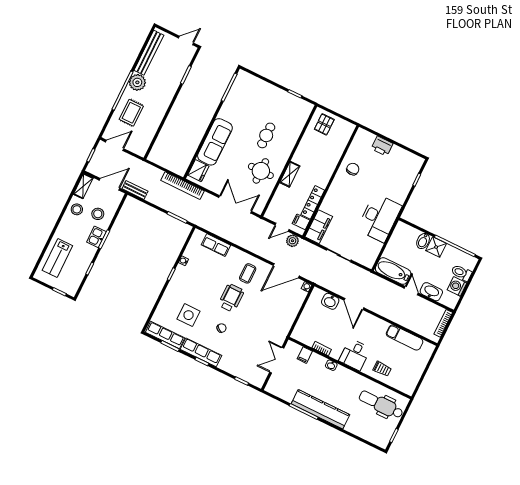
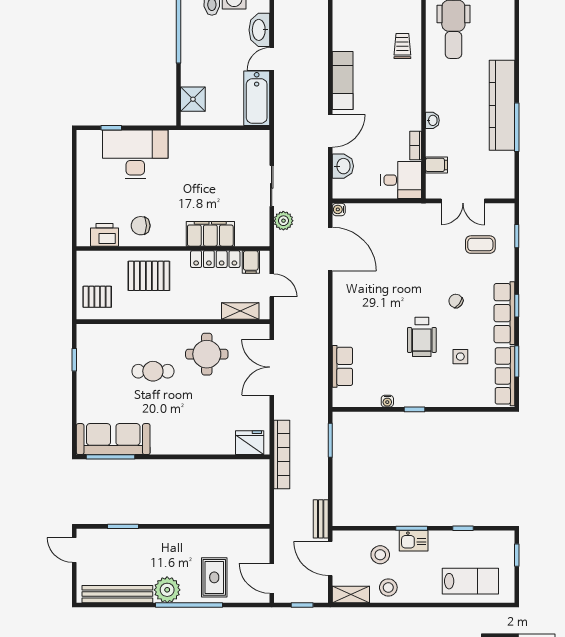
rug: (131, 113) -> (214, 577), turned 90
sofa: (215, 142) -> (113, 439), moved
printer: (382, 146) -> (105, 235), moved, turned -90
pallet: (322, 160) -> (149, 276), added
shelving: (290, 174) -> (240, 311), moved
desk: (379, 218) -> (135, 154), moved
filing cabinet: (319, 227) -> (210, 234), moved
plant: (292, 241) -> (283, 221), moved
bidet: (423, 241) -> (193, 77), removed
shower: (436, 247) -> (193, 99), moved
coffee table: (248, 273) -> (480, 245), moved
wheelchair: (231, 298) -> (422, 337), moved, turned -90
side table: (189, 315) -> (460, 357), width x0.54, depth x0.54
exam couch: (405, 338) -> (343, 81), moved
desk: (355, 355) -> (401, 180), moved

